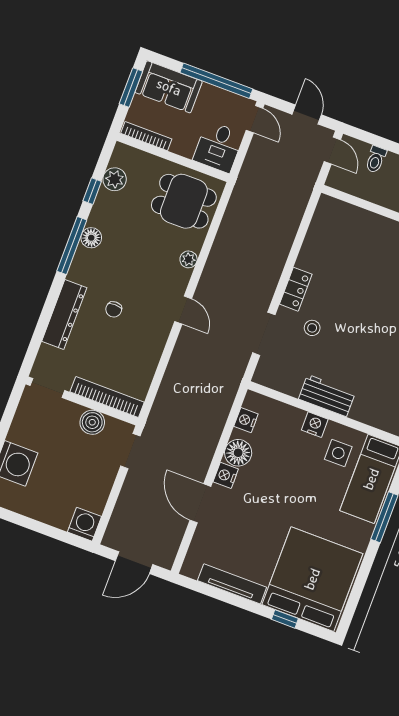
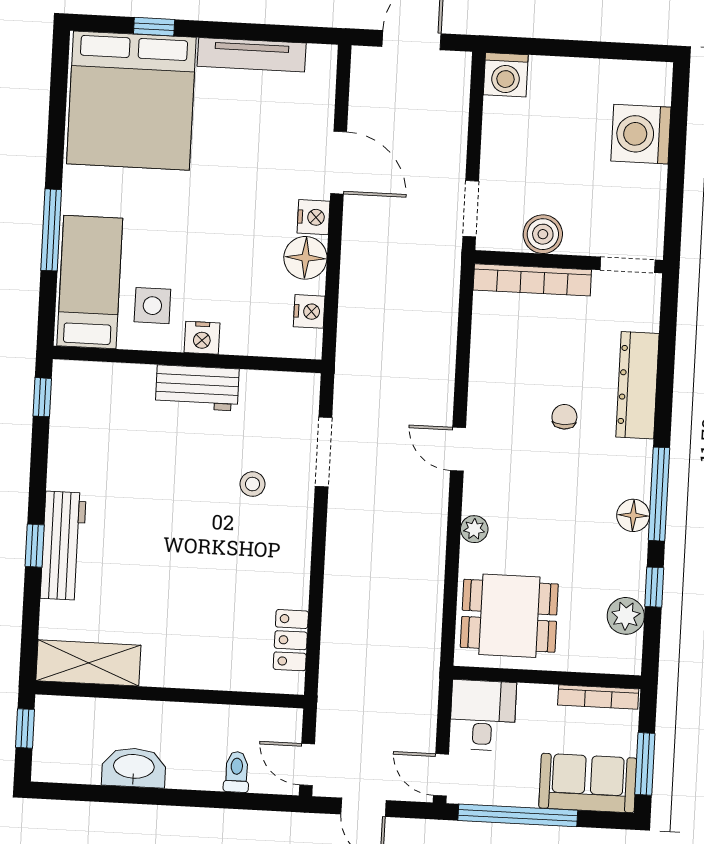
locker: (296, 289) -> (291, 640), moved

